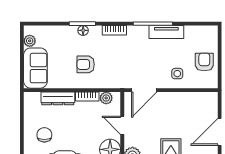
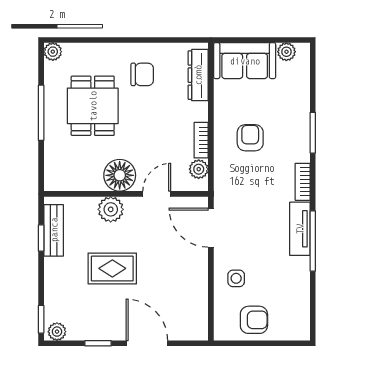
floor lamp: (83, 30) -> (302, 134), removed
tv unit: (166, 32) -> (300, 229), moved
dresser: (58, 98) -> (198, 75), moved

